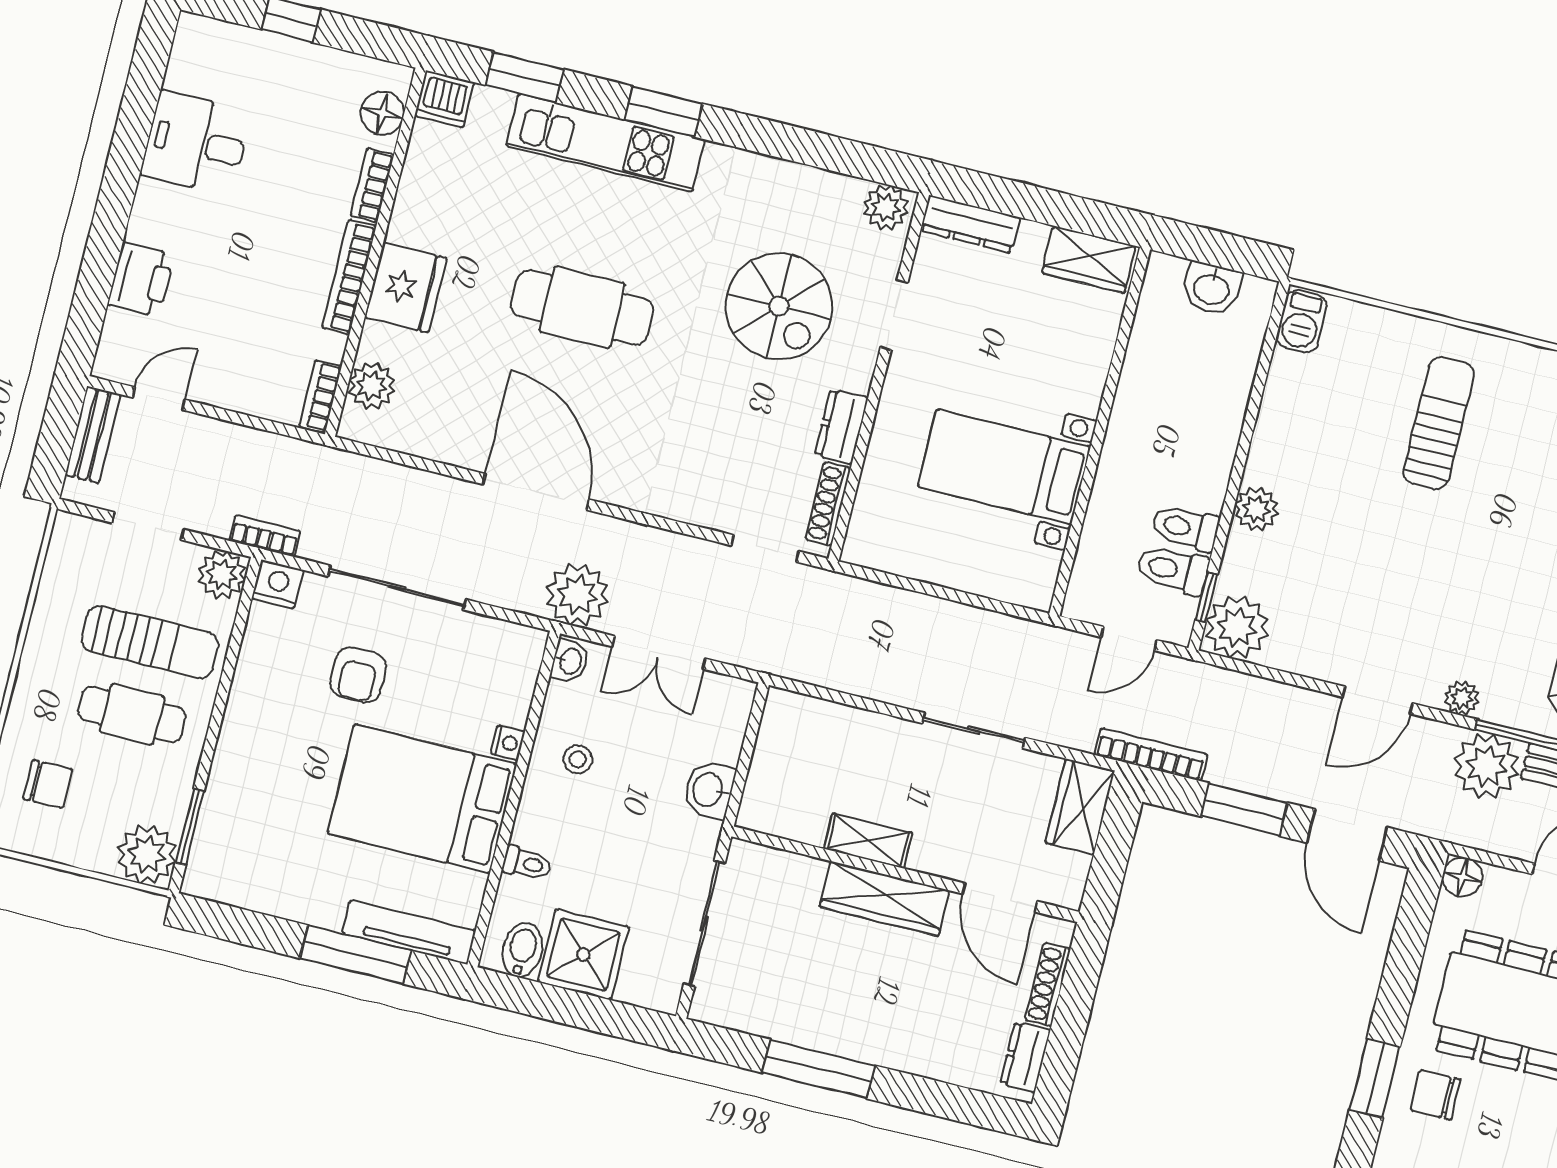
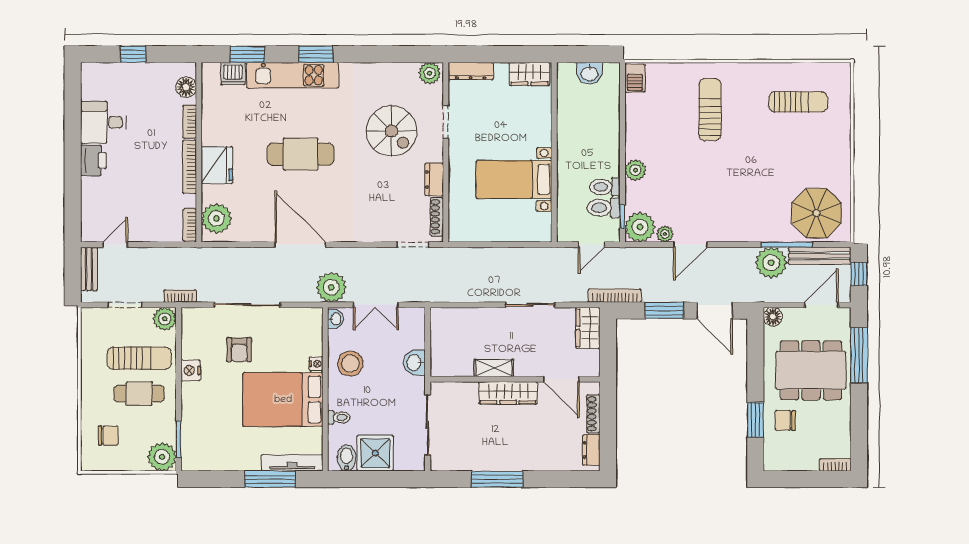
dishwasher: (444, 99) -> (233, 74), moved
printer: (141, 280) -> (93, 160), moved
plant: (372, 386) -> (216, 218), width x1.36, depth x1.36
nightstand: (278, 584) -> (191, 370), moved, turned -90
plant: (1462, 698) -> (665, 234), moved
door: (1378, 700) -> (690, 245), moved
stool: (578, 759) -> (350, 364), width x1.89, depth x1.89

